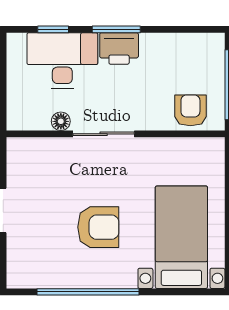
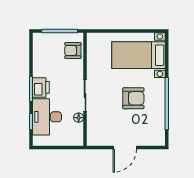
armchair: (98, 227) -> (133, 98), turned 90

